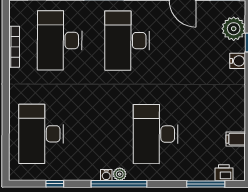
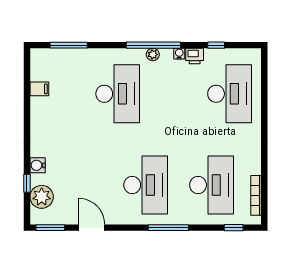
bookcase: (14, 47) -> (256, 195), moved
printer: (224, 173) -> (195, 56), moved
water cooler: (106, 175) -> (179, 54), moved

